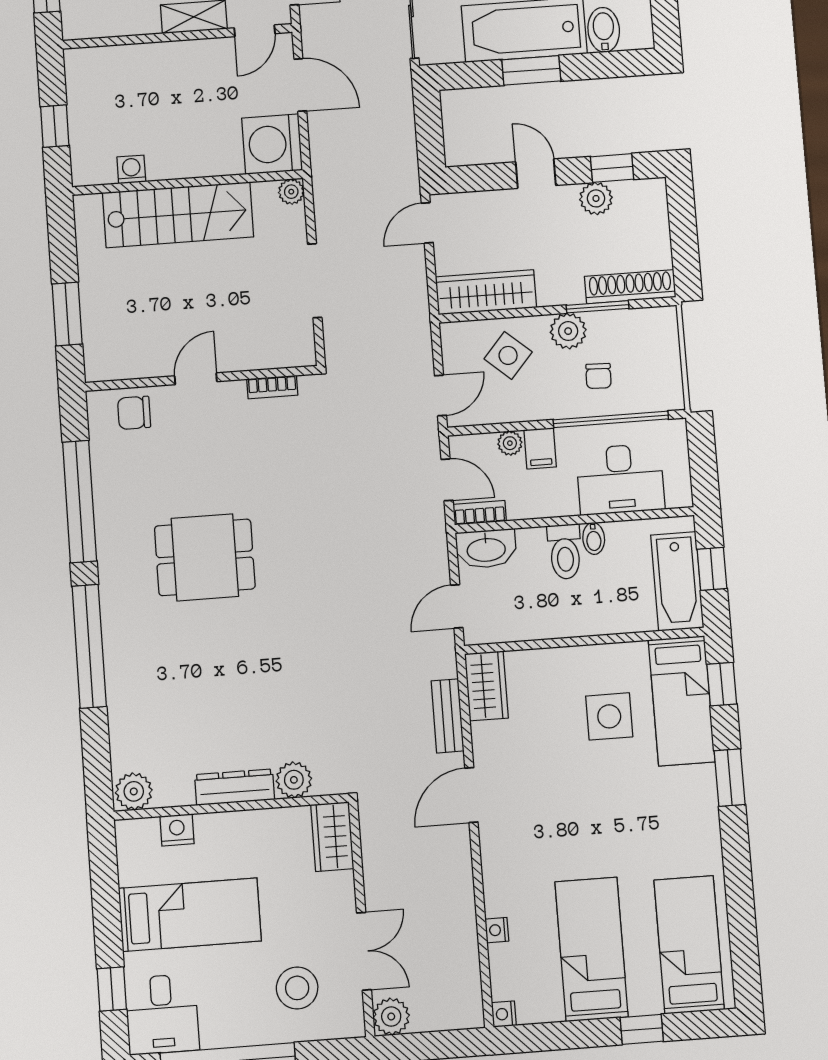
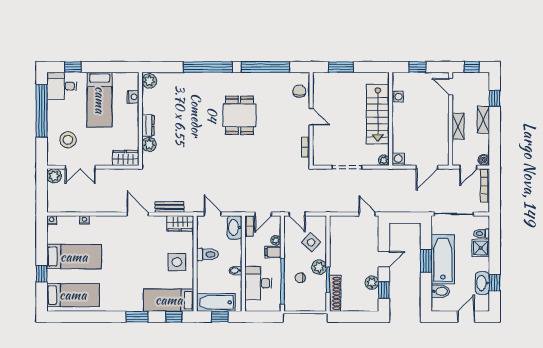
door: (255, 31) -> (451, 87), moved
washing machine: (272, 144) -> (398, 159), width x0.53, depth x0.53
wardrobe: (486, 292) -> (337, 235), removed
toilet: (565, 552) -> (207, 254), moved, turned 180
side table: (609, 716) -> (177, 262), moved
dresser: (235, 787) -> (148, 125), width x0.70

